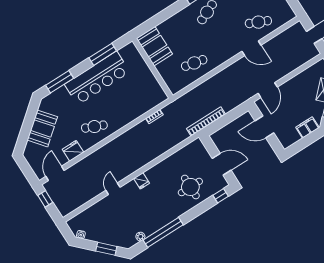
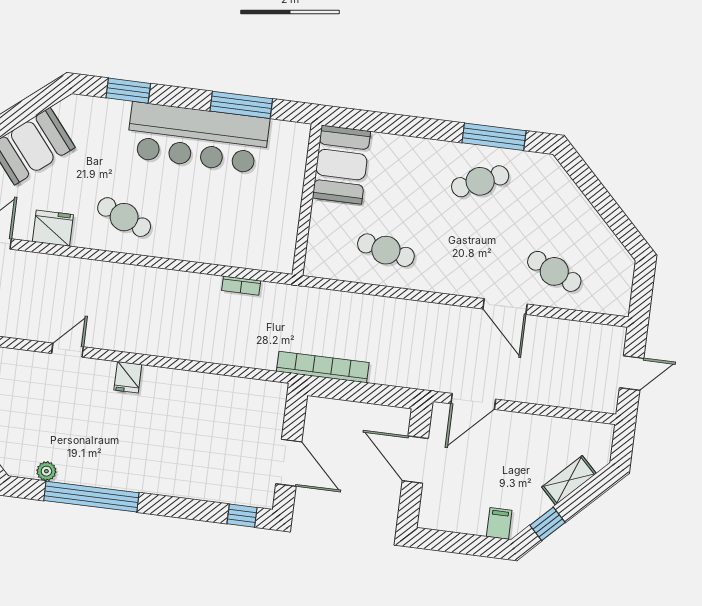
window: (60, 82) -> (128, 91), width x0.69
filing cabinet: (307, 127) -> (499, 523), width x0.50
round table: (190, 187) -> (203, 457), removed

